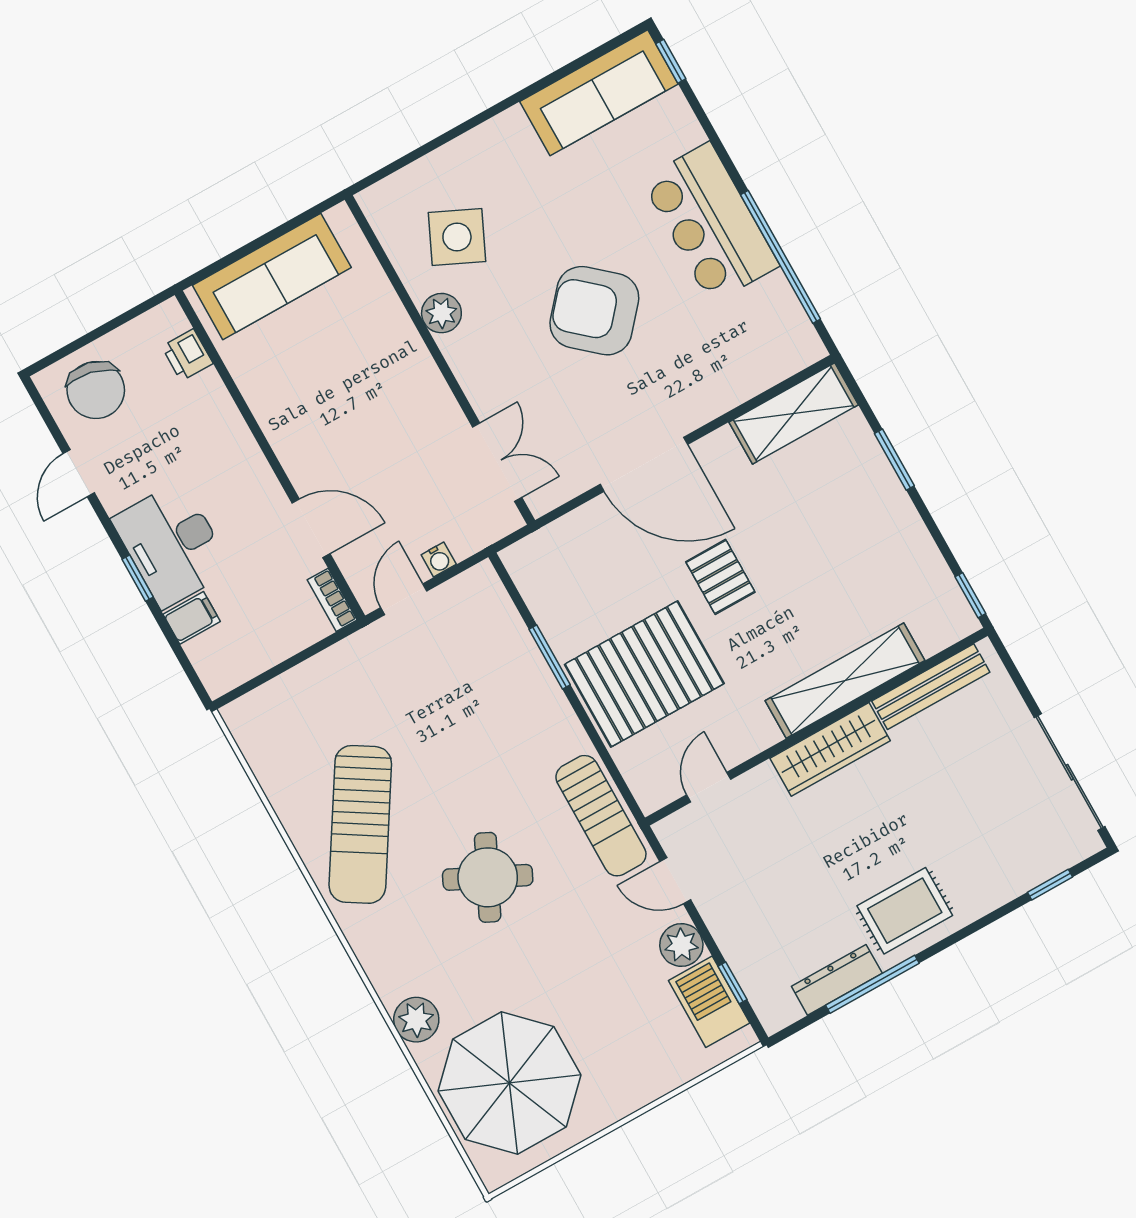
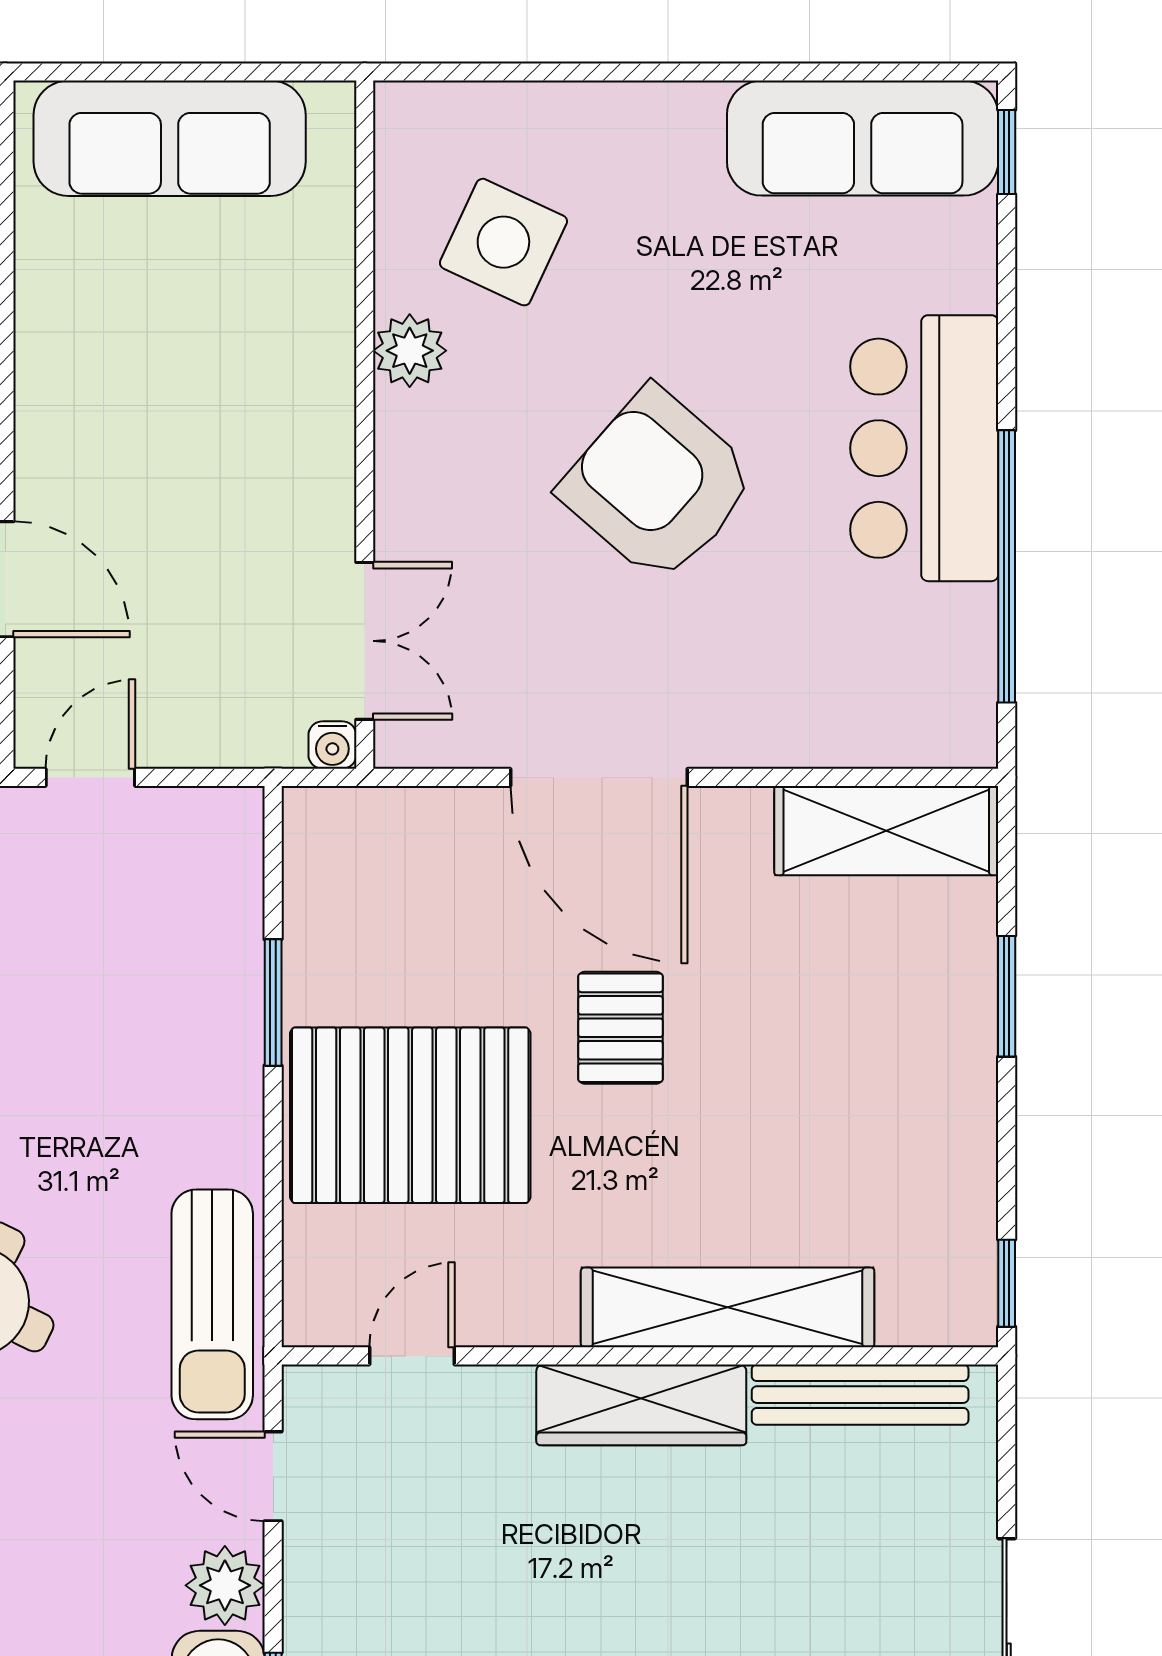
water cooler: (439, 559) -> (332, 745), moved

